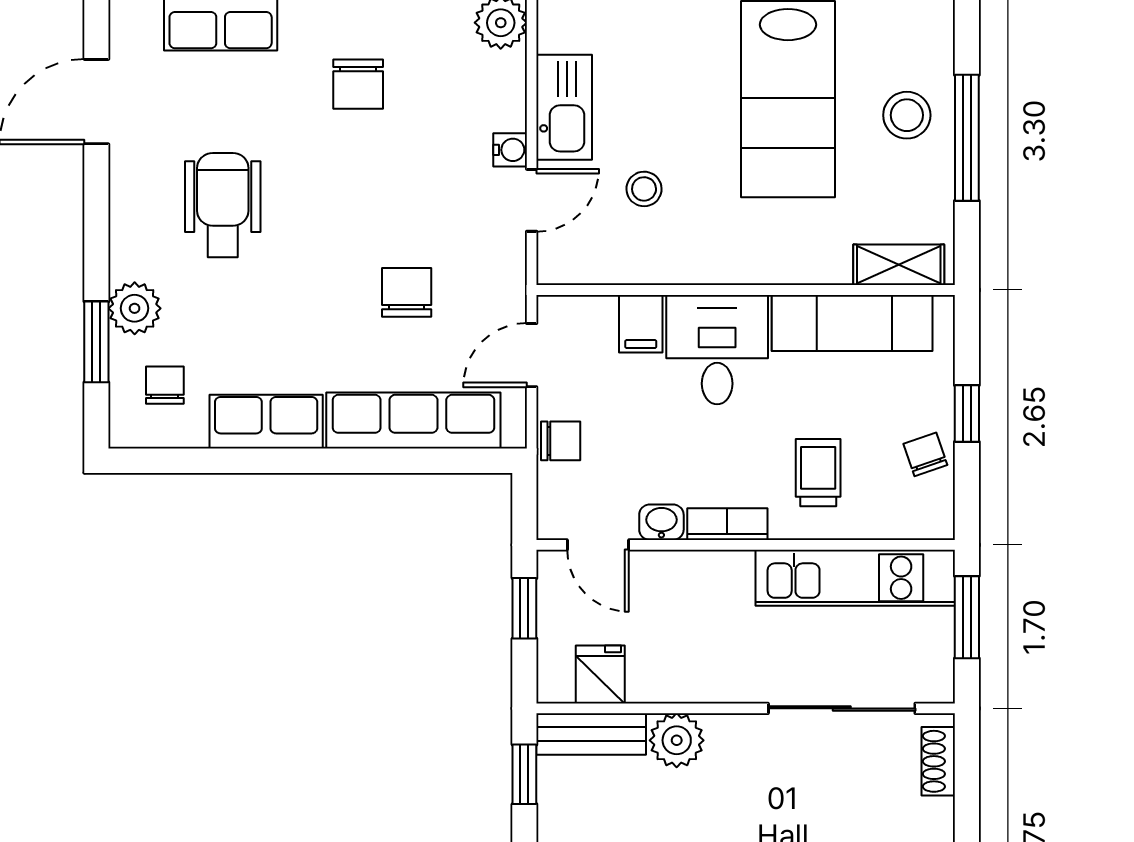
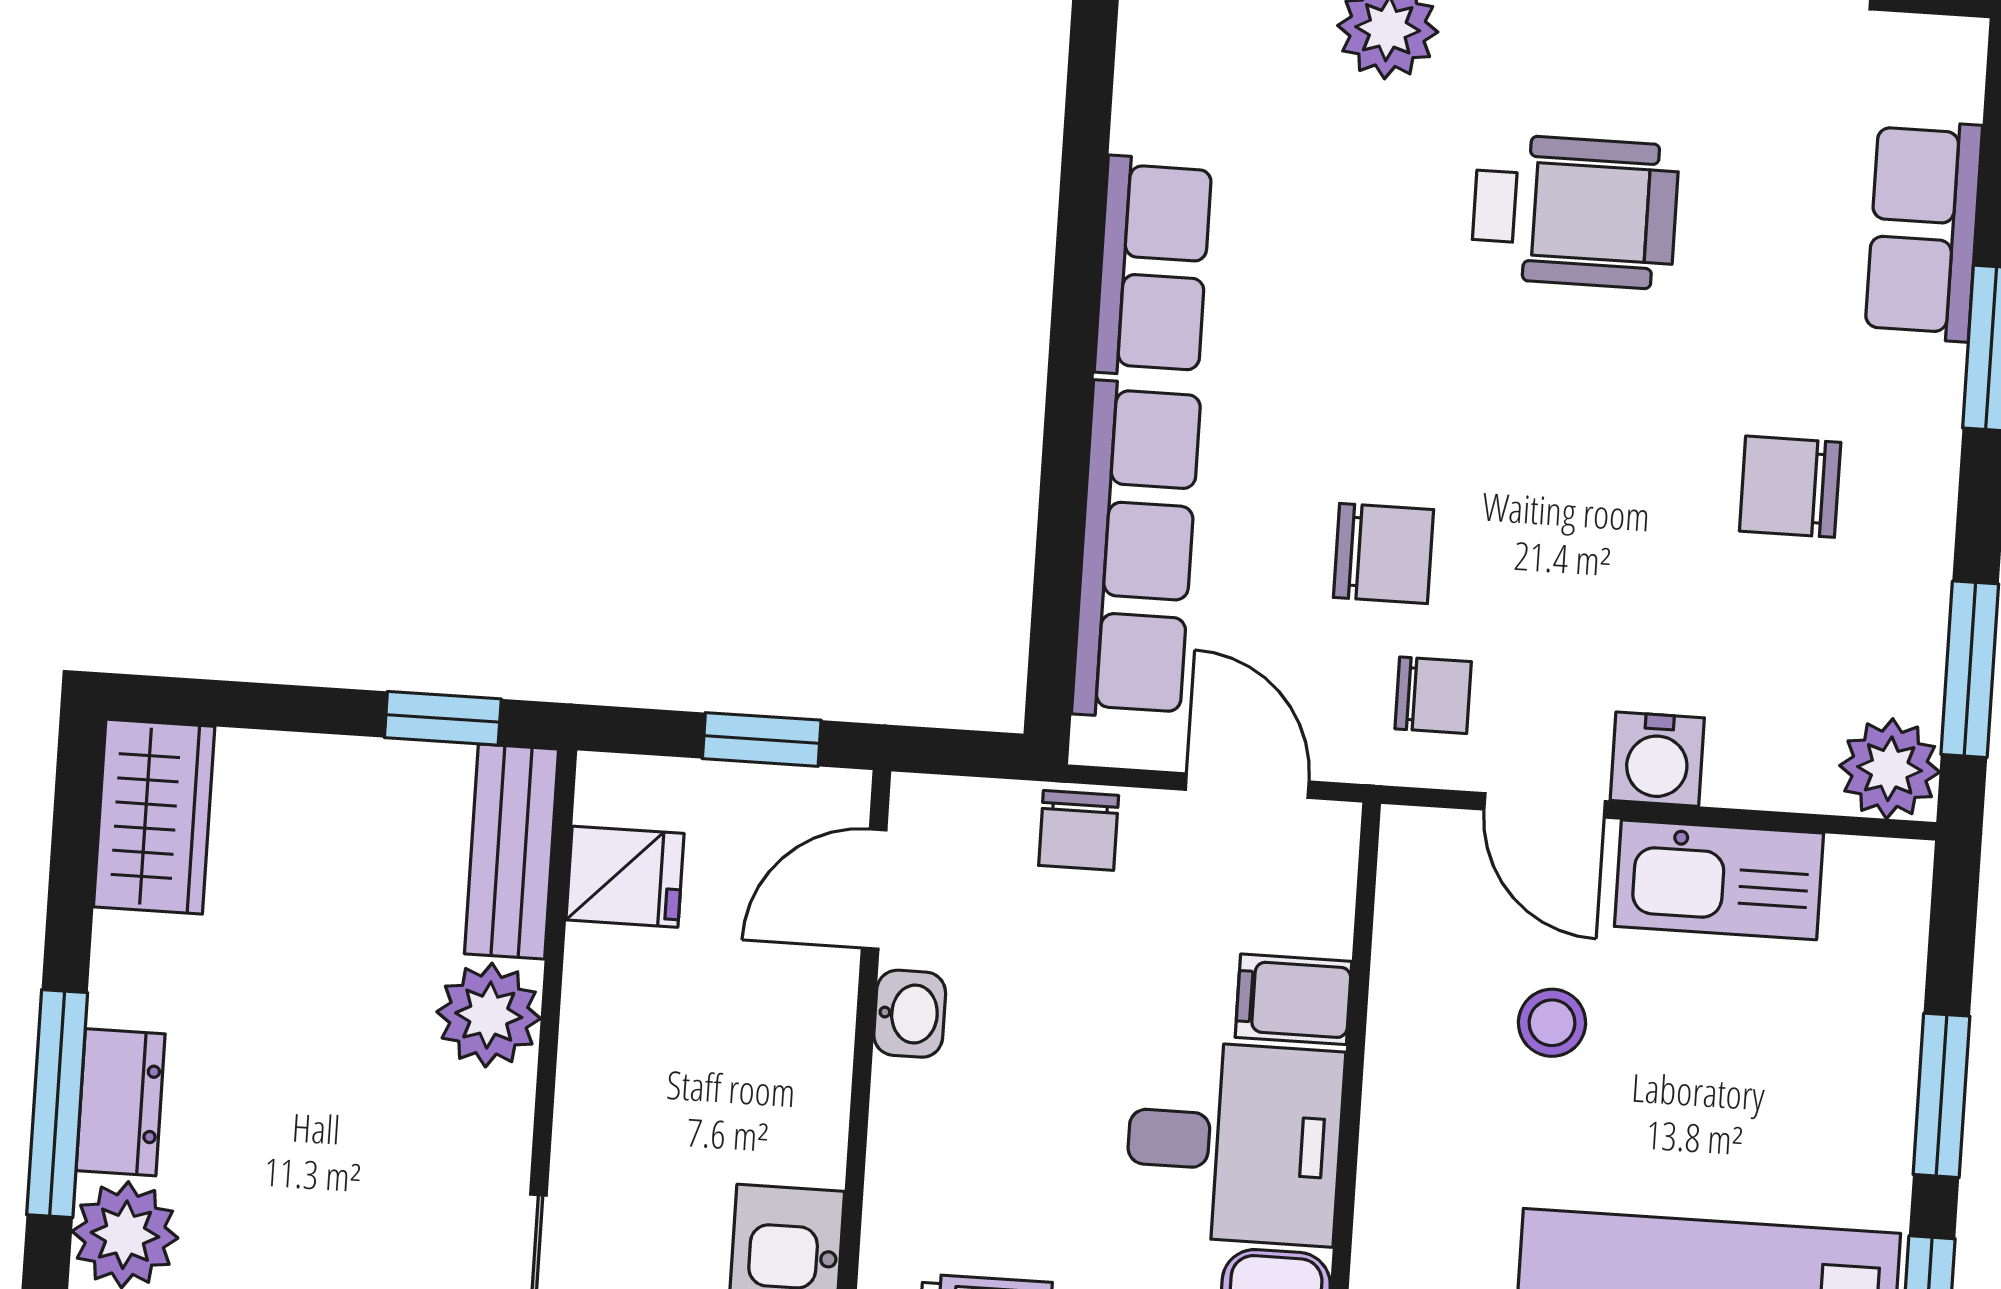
water cooler: (510, 150) -> (1657, 759), width x1.38, depth x1.38
chair: (165, 385) -> (1433, 695), moved
bookcase: (727, 524) -> (898, 1140), removed

